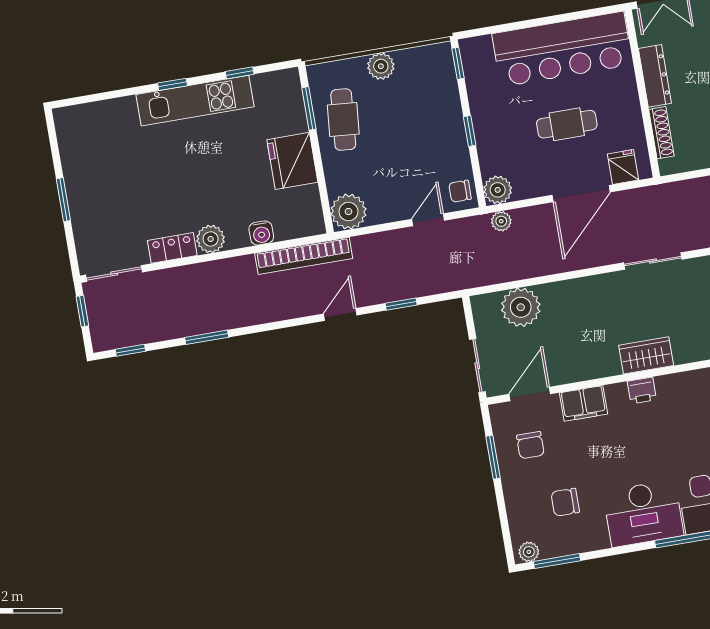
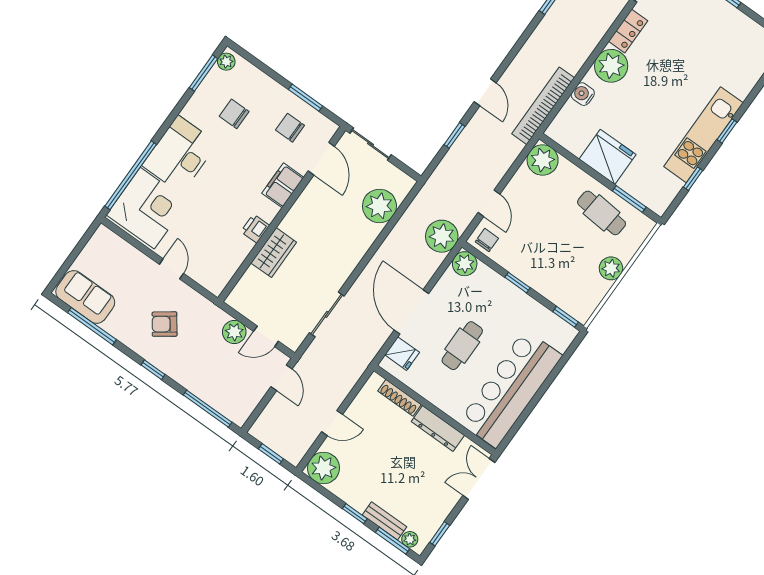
plant: (501, 221) -> (442, 236), width x1.87, depth x1.87
plant: (211, 239) -> (611, 66), width x1.36, depth x1.36
chair: (565, 502) -> (234, 114), turned -90

